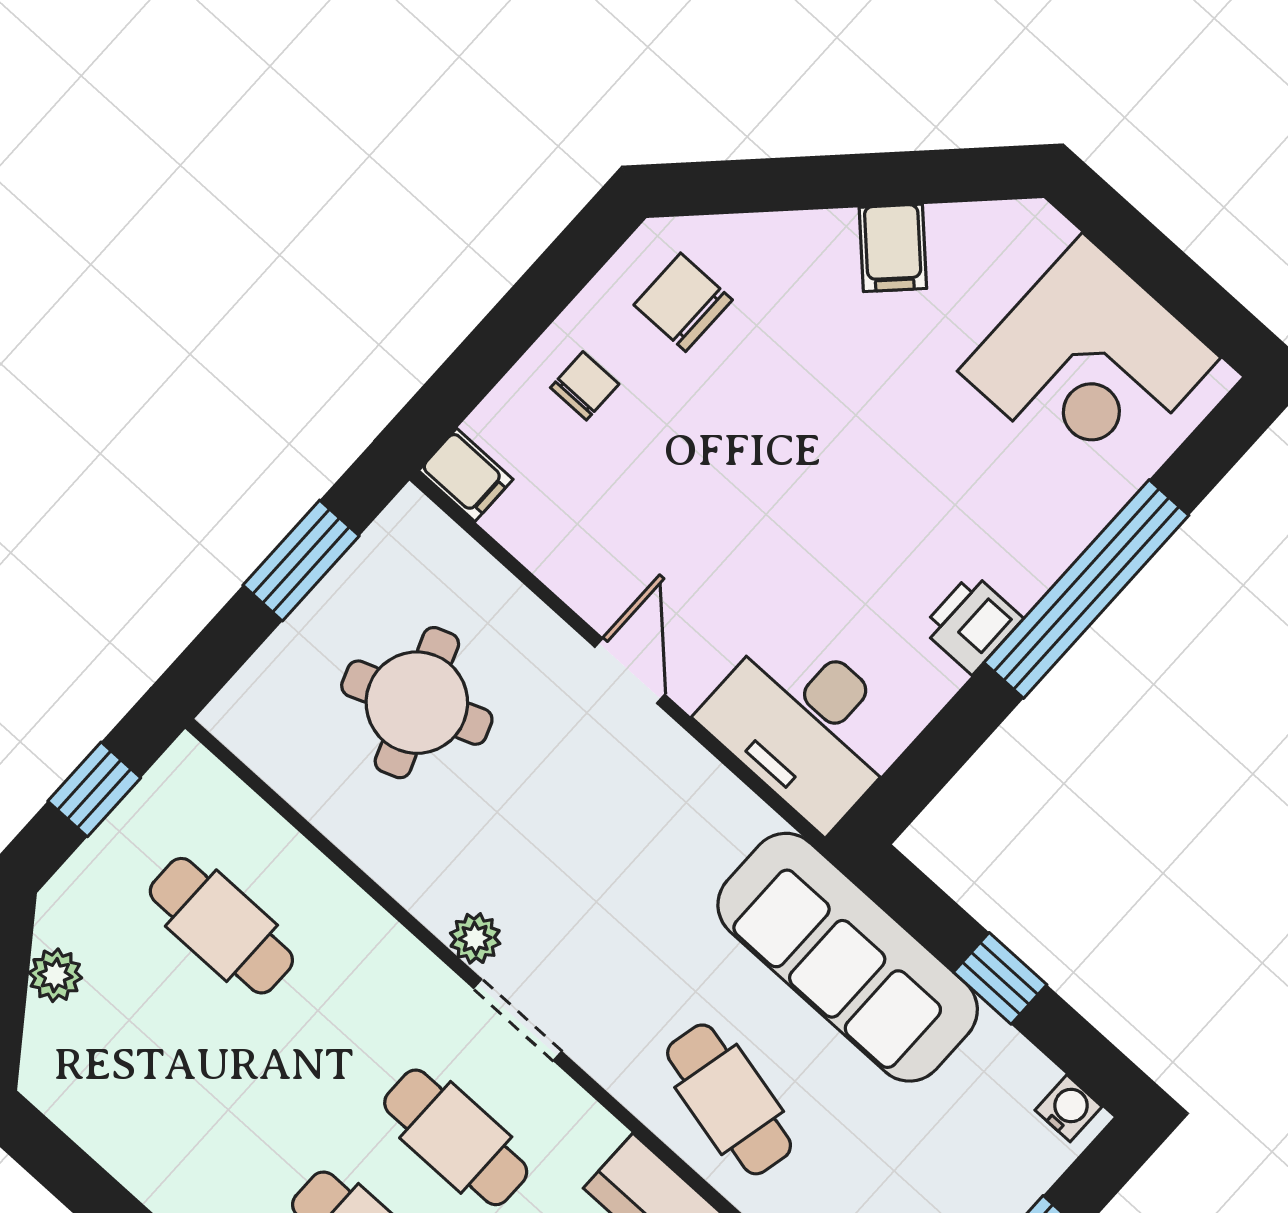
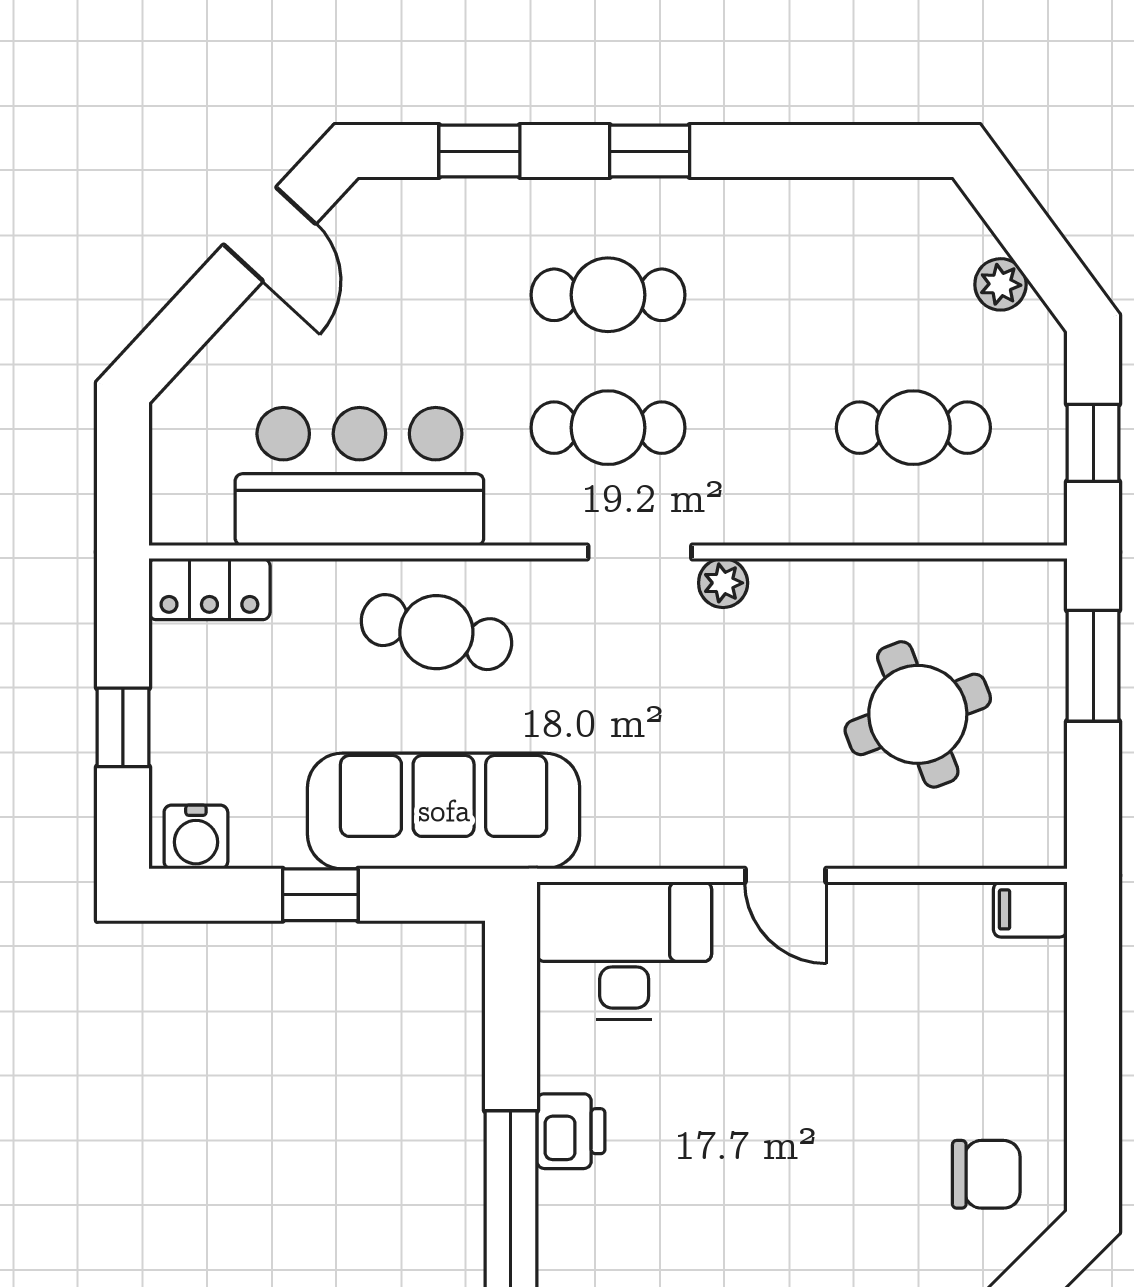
chair: (585, 386) -> (1003, 1051), removed
window: (301, 561) -> (1093, 666), moved
water cooler: (1069, 1108) -> (196, 837), width x1.38, depth x1.38

